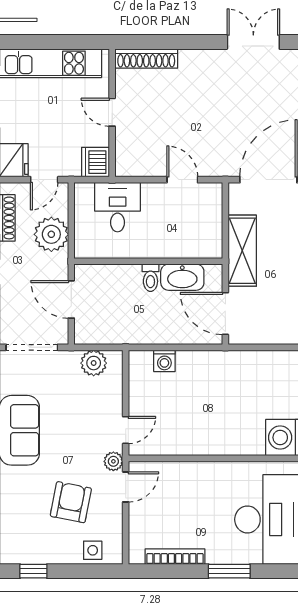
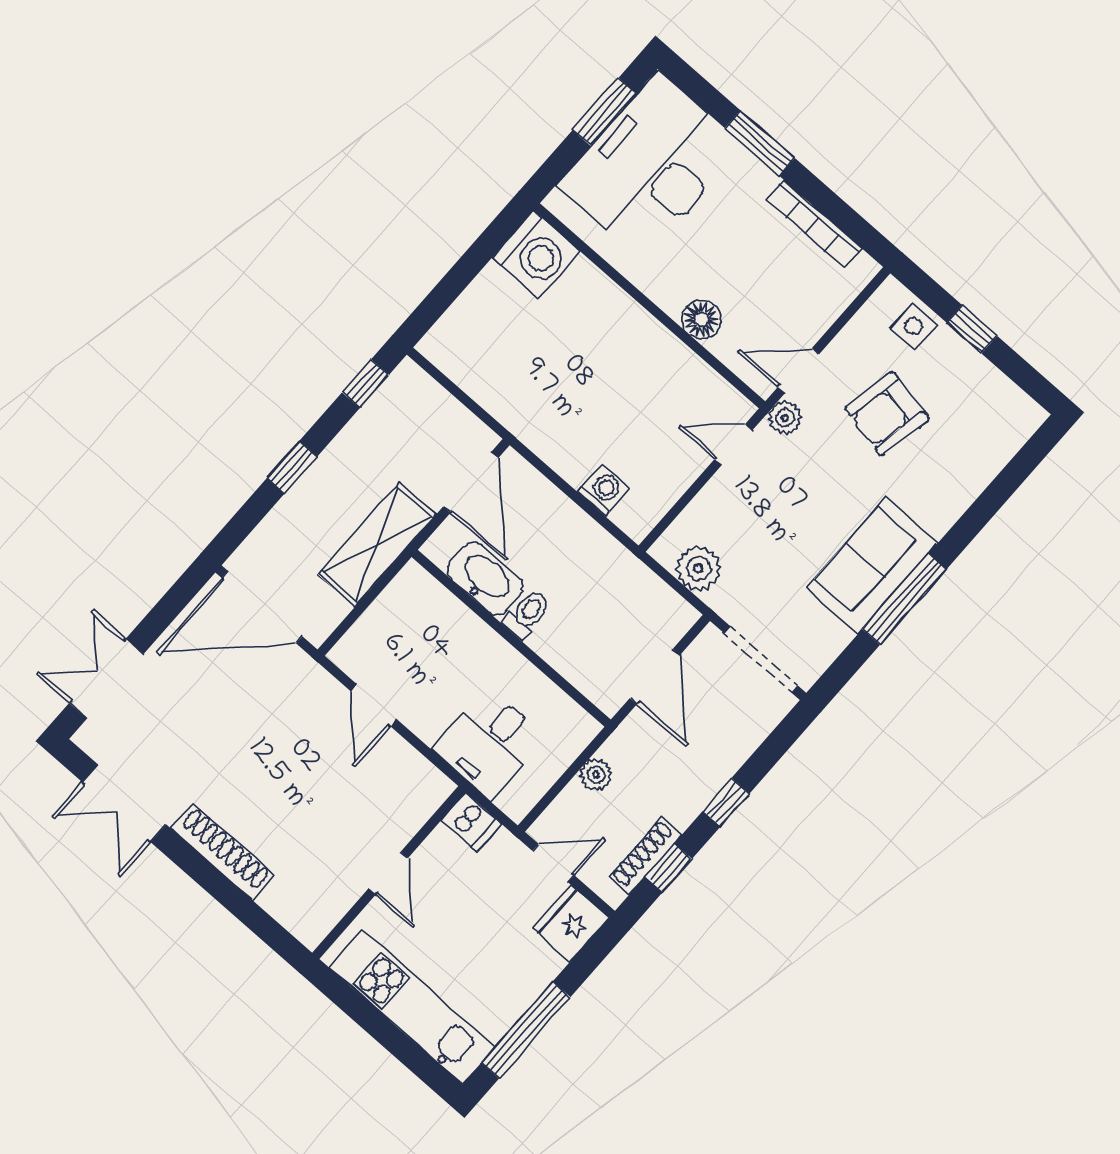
shoe rack: (146, 58) -> (223, 852), moved
dishwasher: (95, 162) -> (471, 822), width x0.73
plant: (51, 234) -> (596, 775), width x0.53, depth x0.53
floor lamp: (187, 472) -> (702, 320), added
window: (33, 571) -> (972, 329), moved

